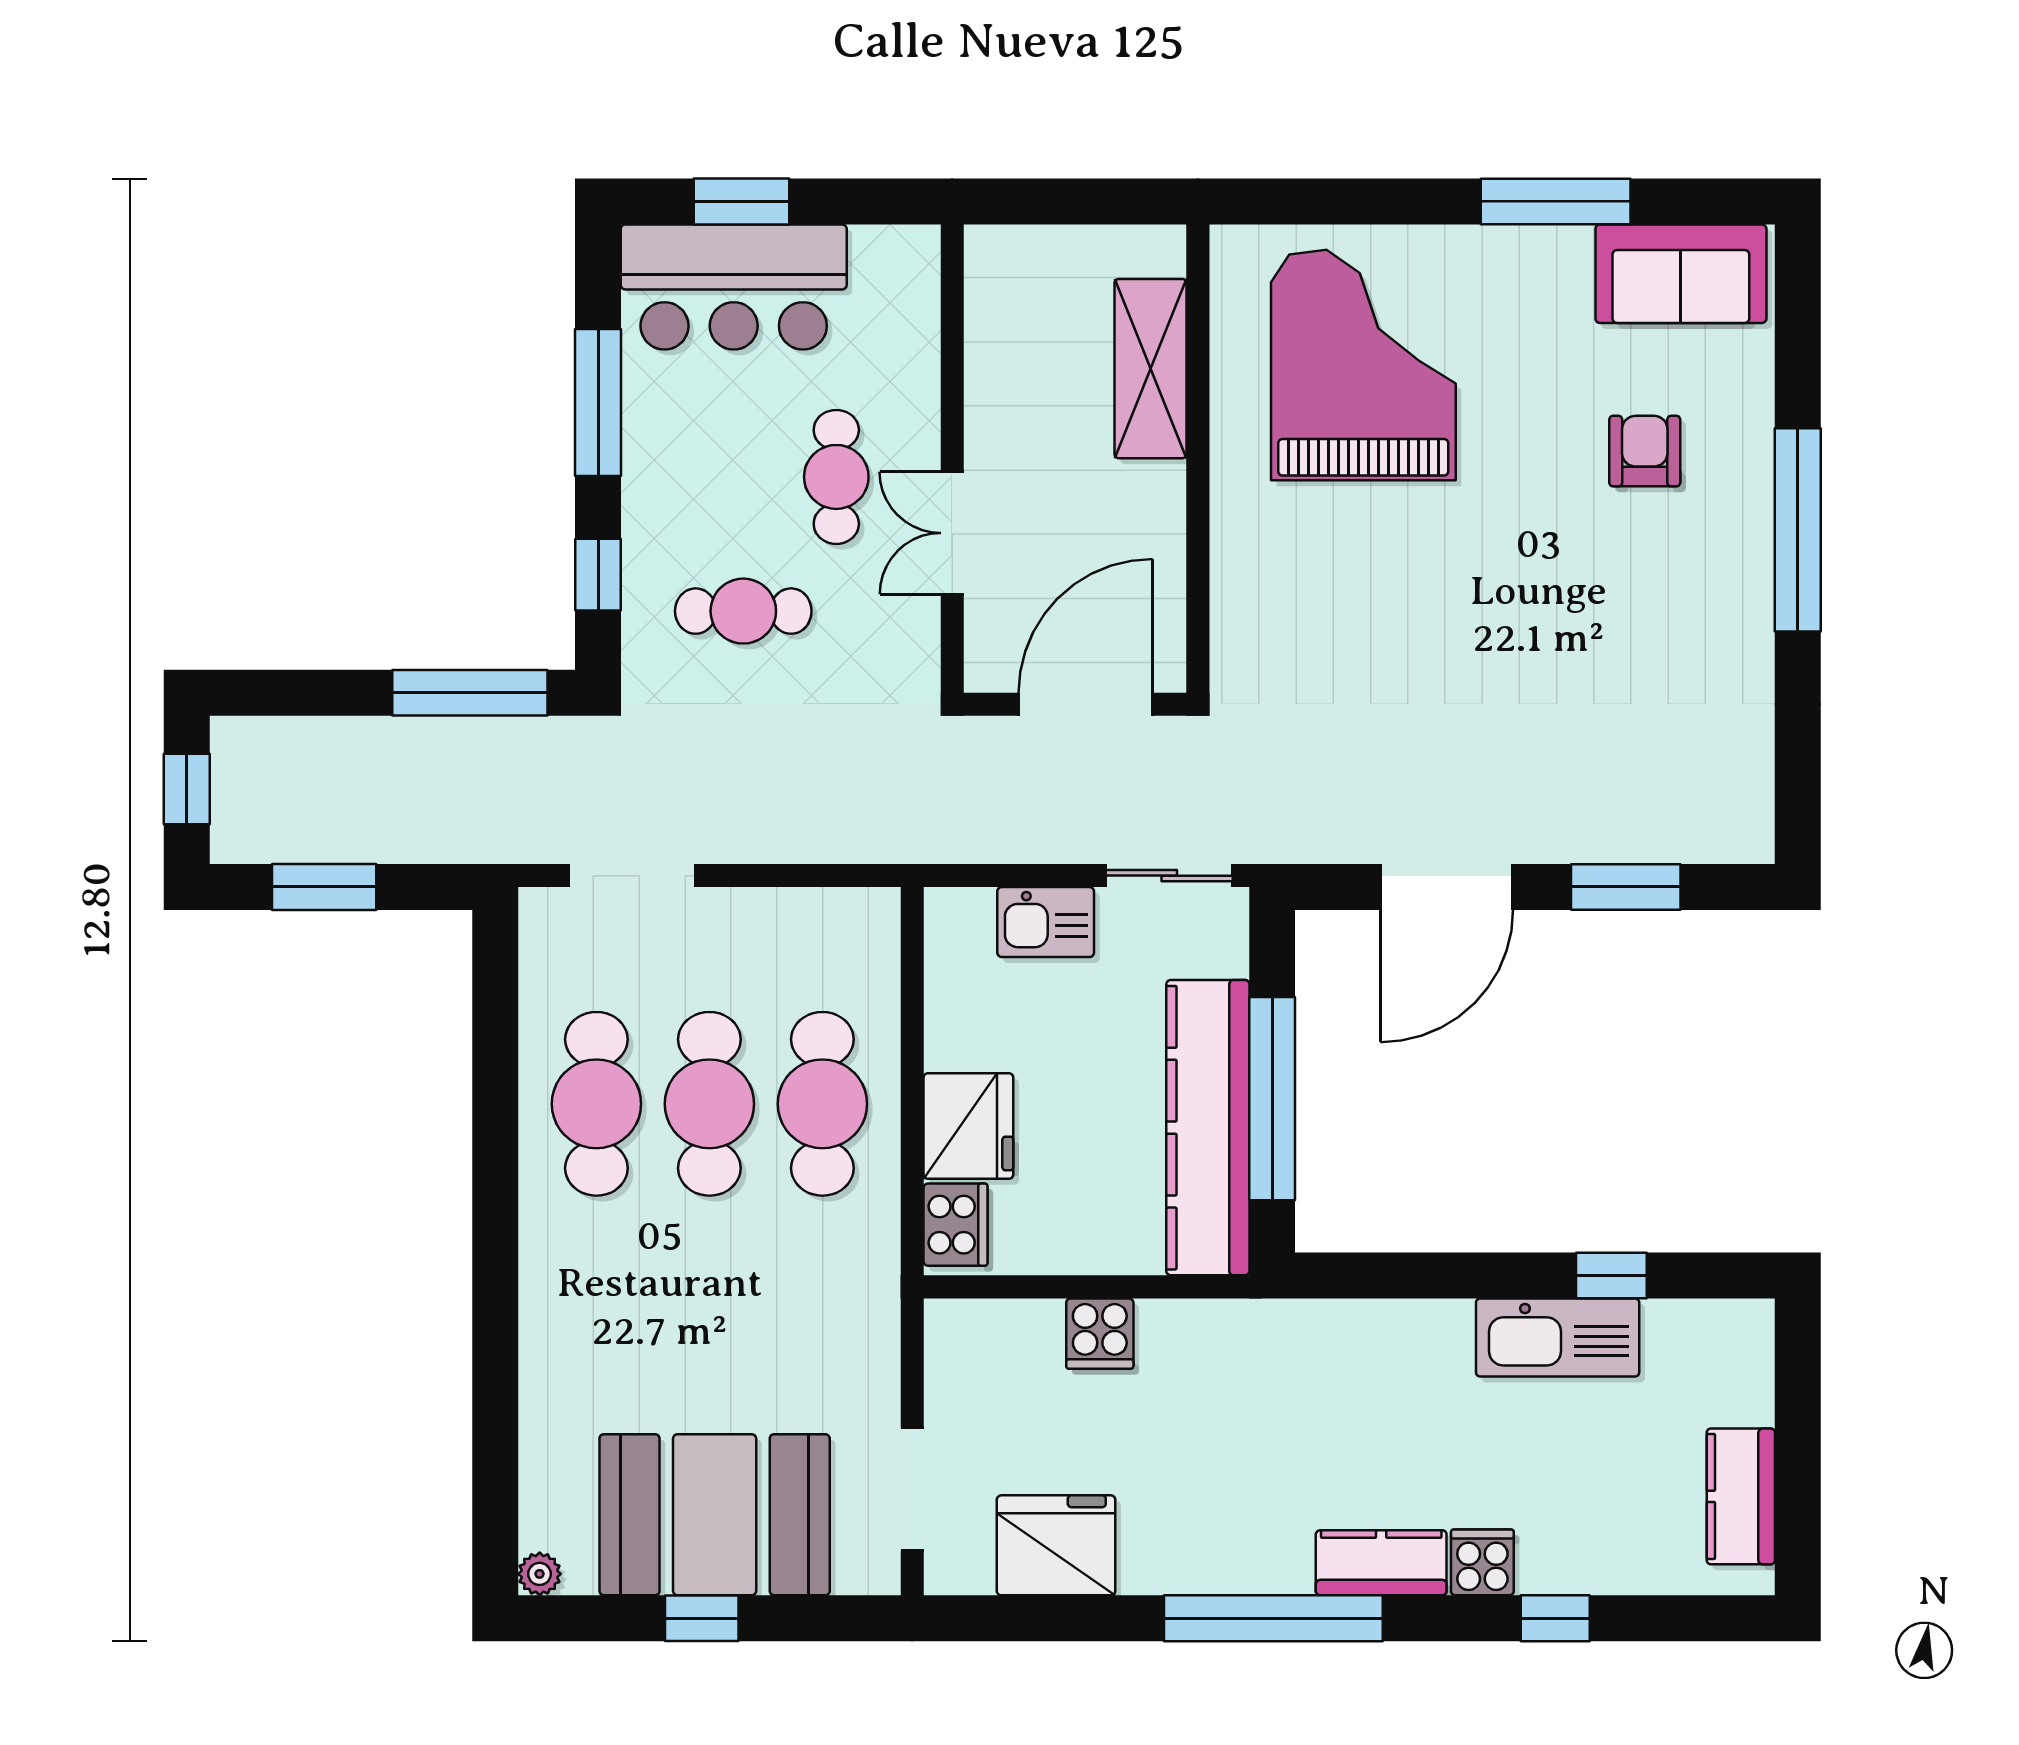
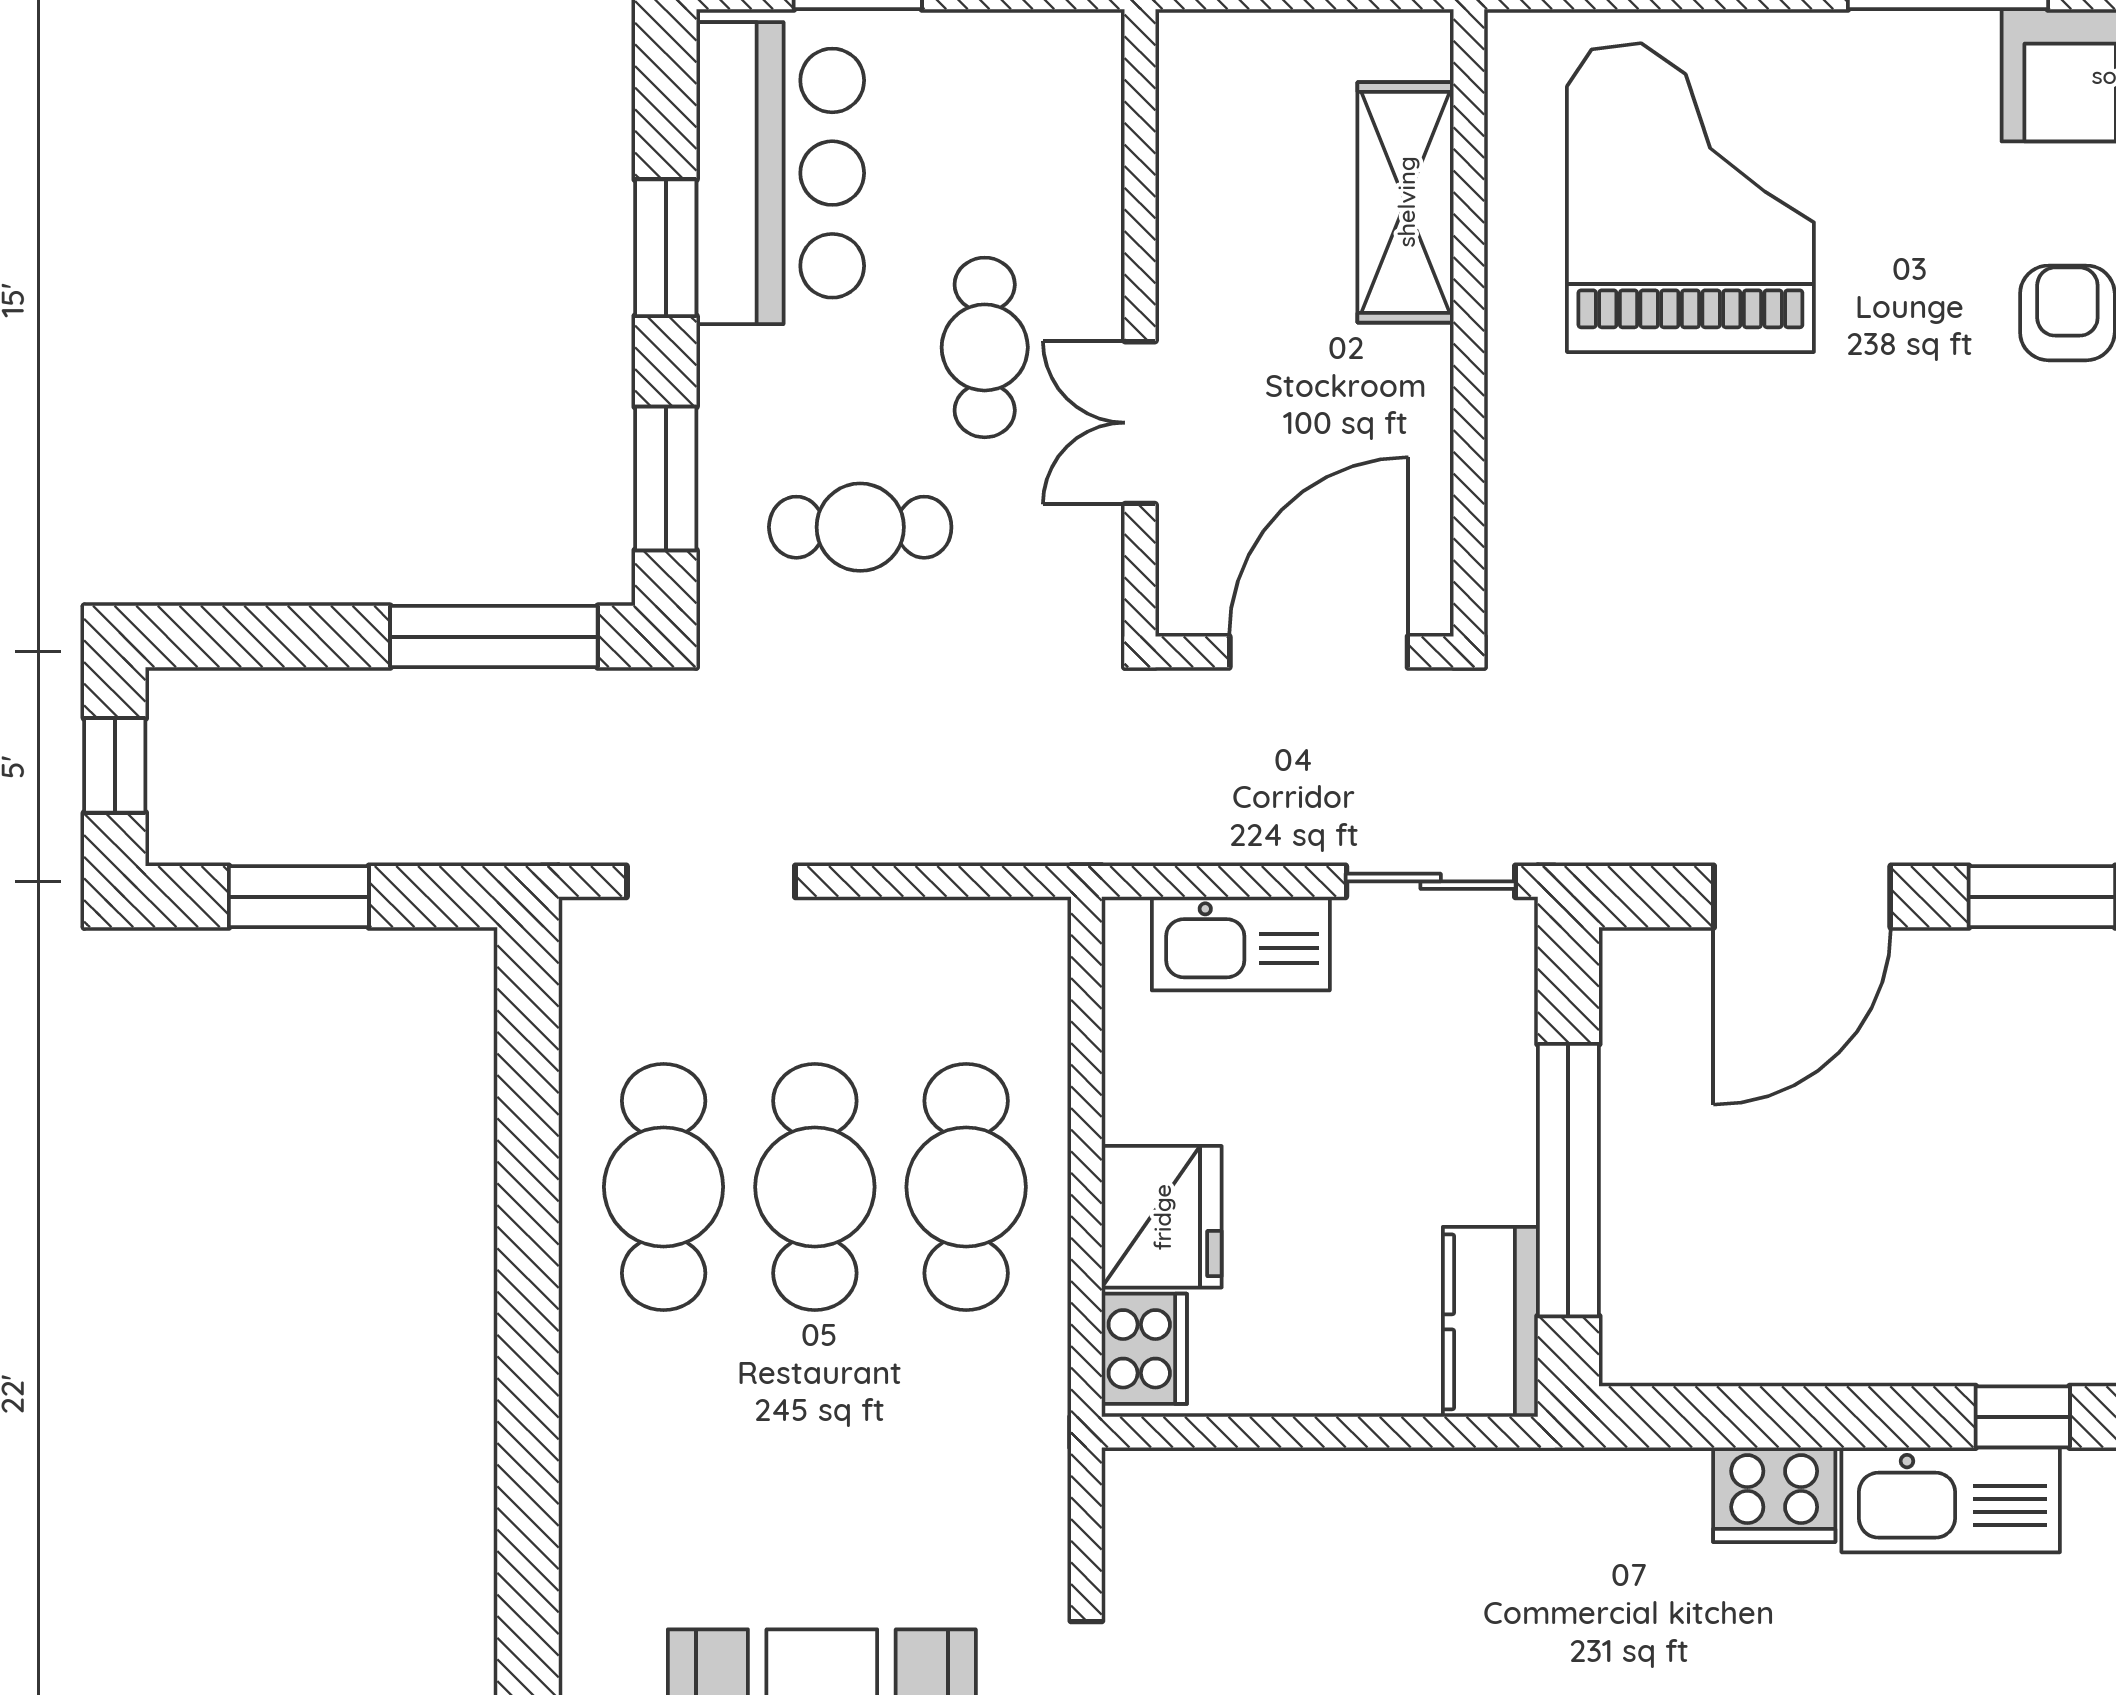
bar counter: (734, 287) -> (780, 173), moved, turned -90
window: (598, 402) -> (666, 248), width x0.69
window: (598, 575) -> (666, 478), width x1.50
kitchen sink: (1046, 922) -> (1241, 944), width x1.38
kitchen counter: (1208, 1128) -> (1490, 1322), width x0.48, depth x0.86
cooker: (1100, 1334) -> (1774, 1495), moved, width x1.36

